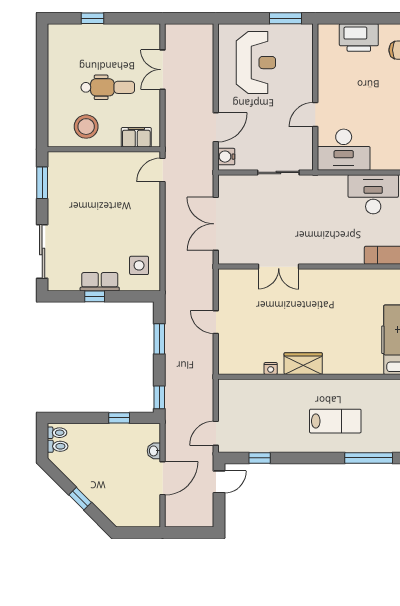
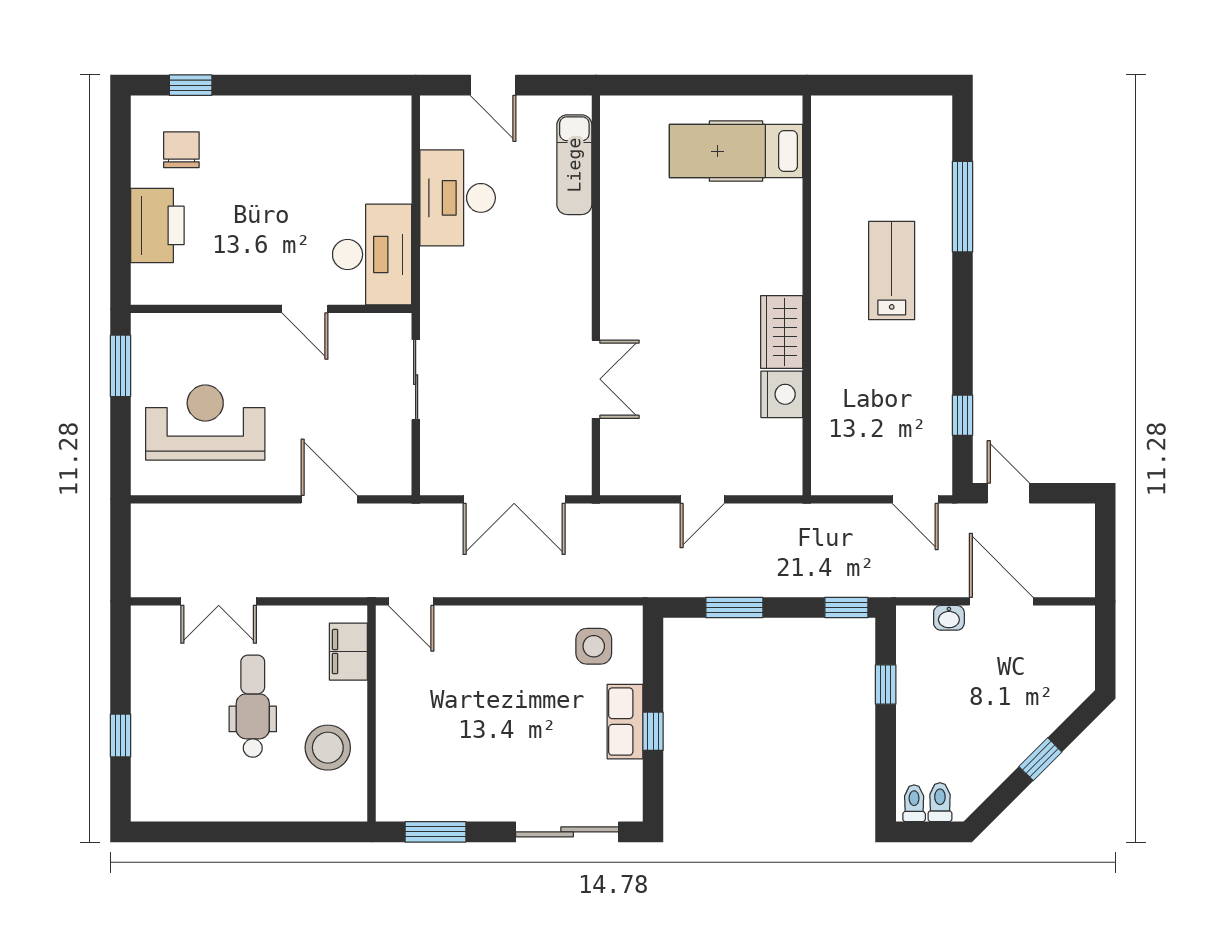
water cooler: (226, 157) -> (385, 479), removed
nightstand: (271, 368) -> (782, 394), width x1.89, depth x1.79

